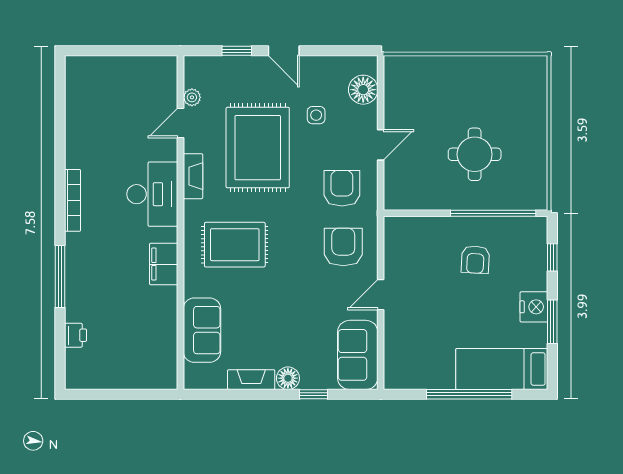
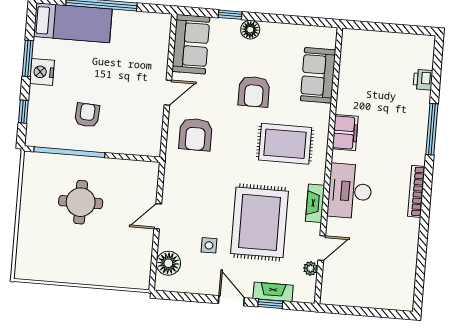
armchair: (342, 188) -> (254, 92), moved
fireplace: (251, 380) -> (273, 292), moved, turned 180

